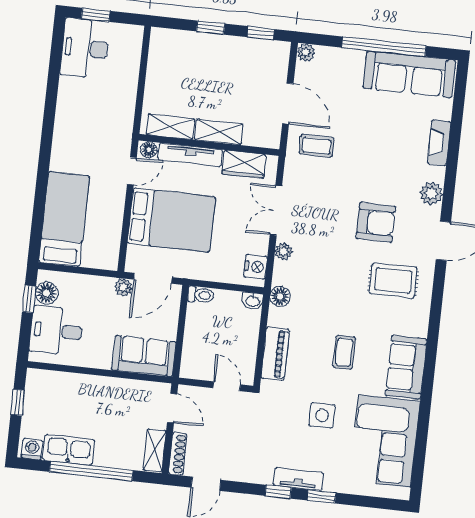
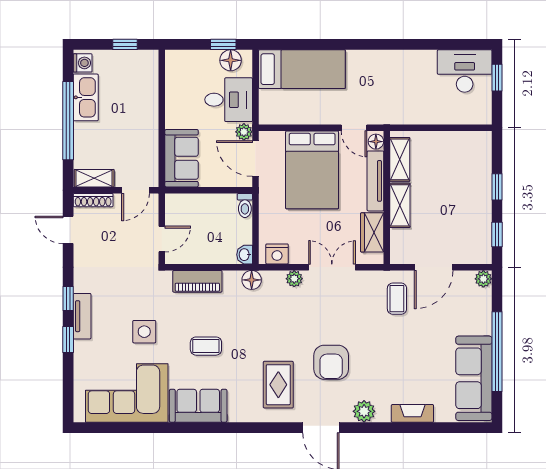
desk: (56, 331) -> (229, 100), moved, turned 90

